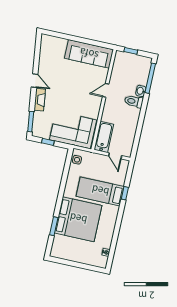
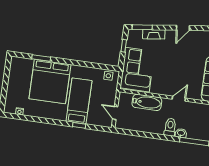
door: (106, 90) -> (179, 99), hinge flipped
fireplace: (40, 100) -> (154, 34), moved
bathtub: (104, 137) -> (147, 102), moved
door: (115, 156) -> (115, 113), hinge flipped

